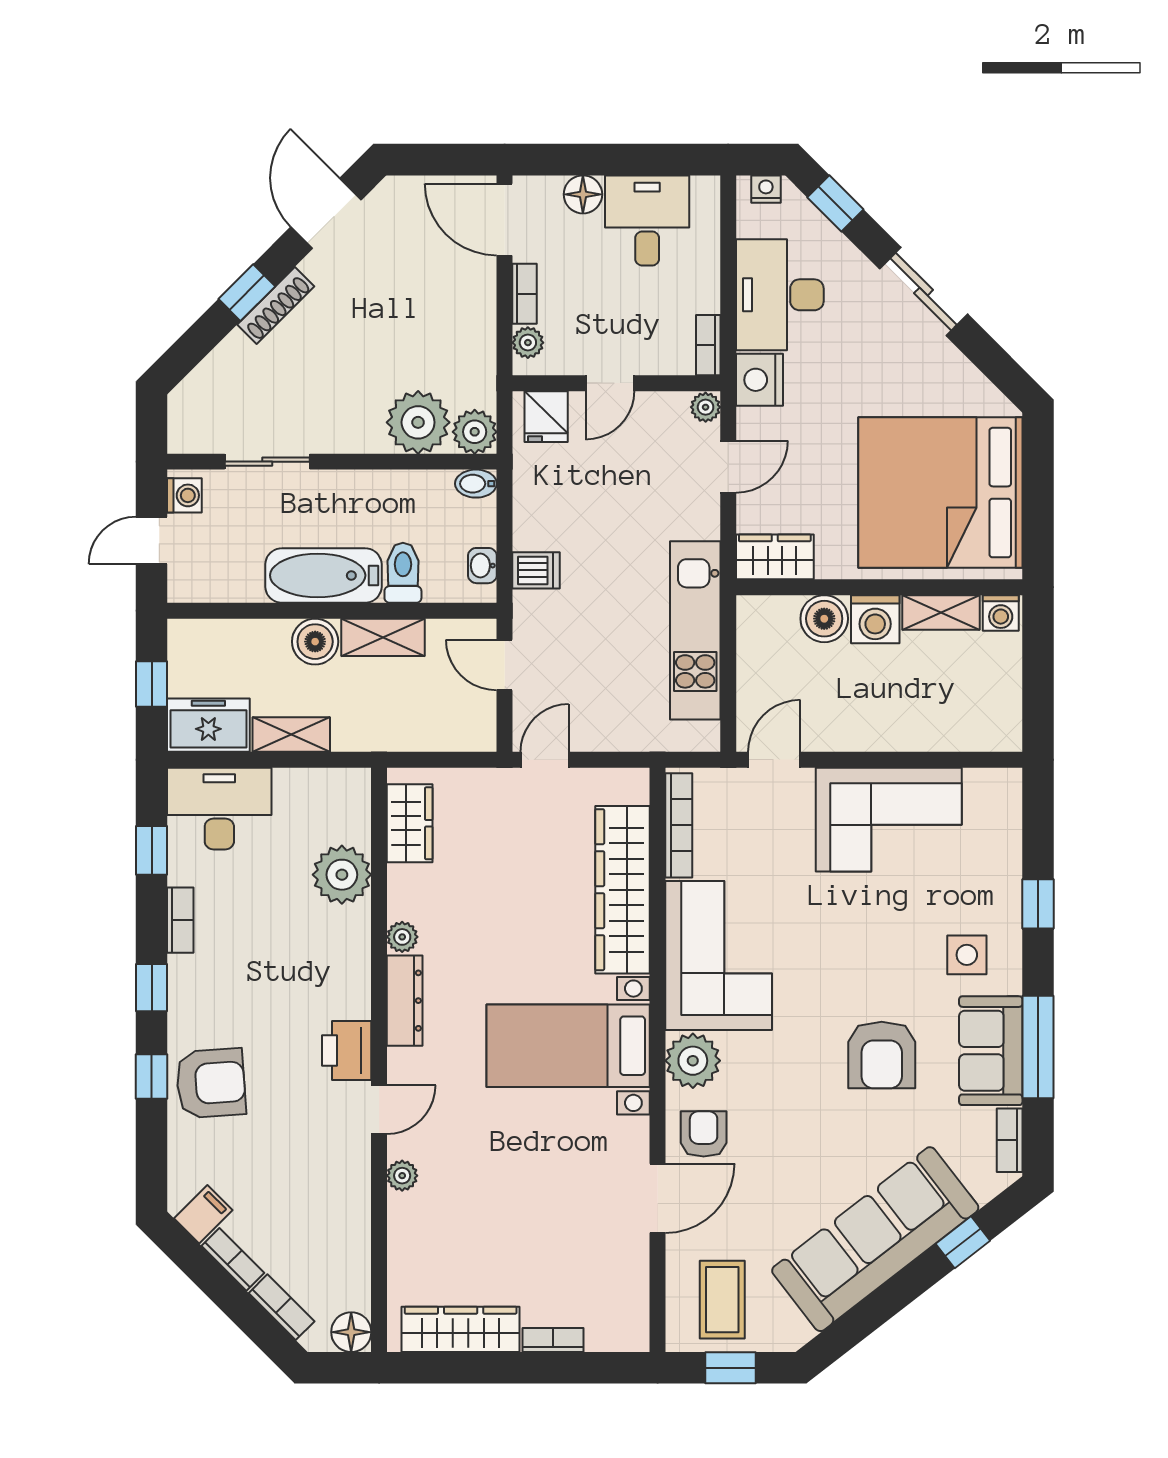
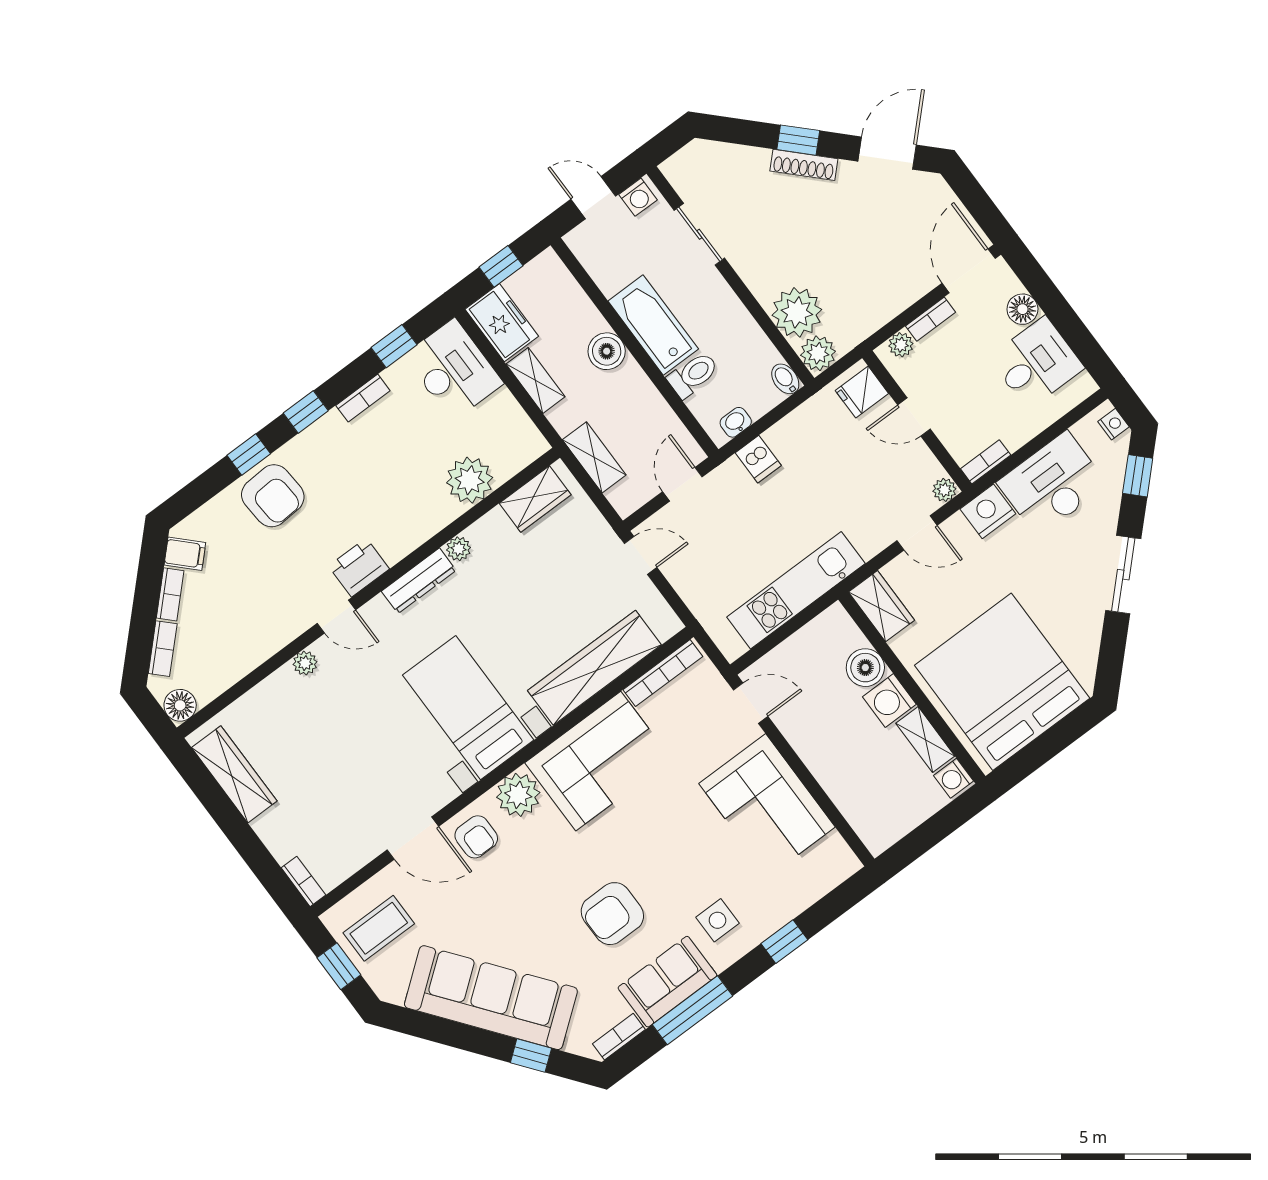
shelving: (383, 637) -> (594, 457), moved
armchair: (704, 1134) -> (476, 837), turned 90
bookcase: (553, 1340) -> (303, 881), moved

